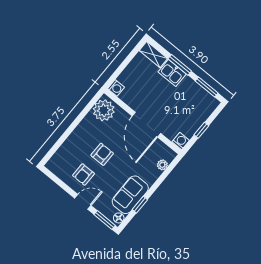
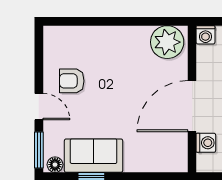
washing machine: (181, 141) -> (206, 143), moved
armchair: (102, 154) -> (114, 83), removed
plant: (162, 165) -> (160, 164), removed

